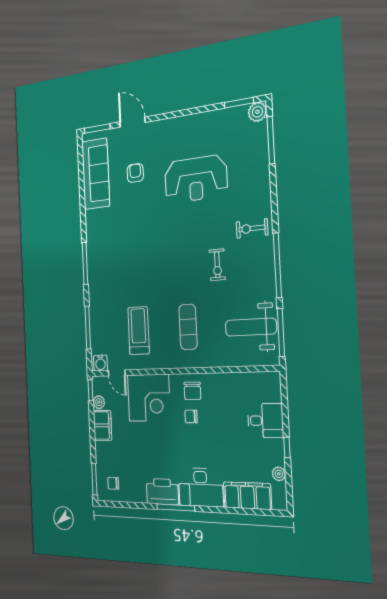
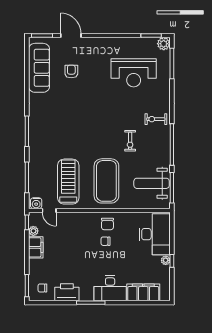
reception desk: (196, 179) -> (134, 73), moved
exercise mat: (188, 327) -> (106, 181), width x2.00, depth x1.45
treadmill: (139, 331) -> (68, 182), width x1.37, depth x1.38
corner desk: (149, 398) -> (74, 228), removed
desk: (265, 421) -> (155, 234), width x1.87, depth x1.30
plant: (279, 474) -> (166, 260), moved
printer: (162, 492) -> (67, 292), moved

